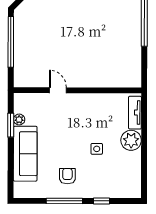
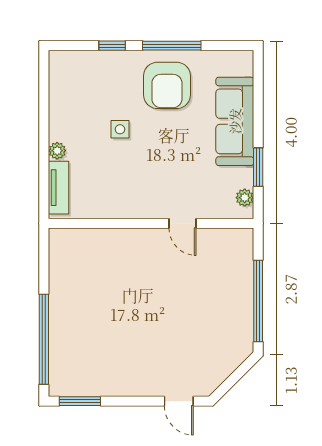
plant: (19, 119) -> (245, 198), moved
plant: (131, 140) -> (57, 151), width x0.53, depth x0.53
armchair: (67, 176) -> (167, 85), width x1.88, depth x1.88

